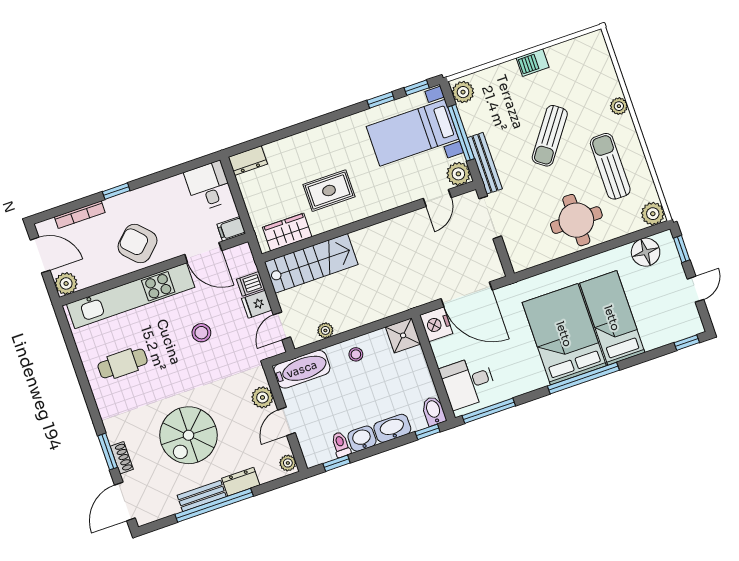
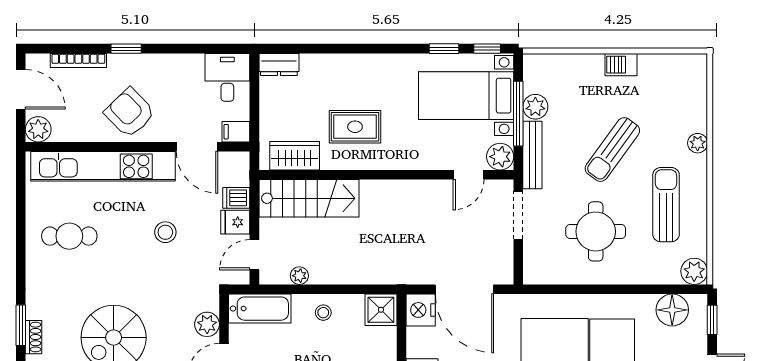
plant: (463, 92) -> (535, 107), moved
round table: (576, 220) -> (596, 231), moved

